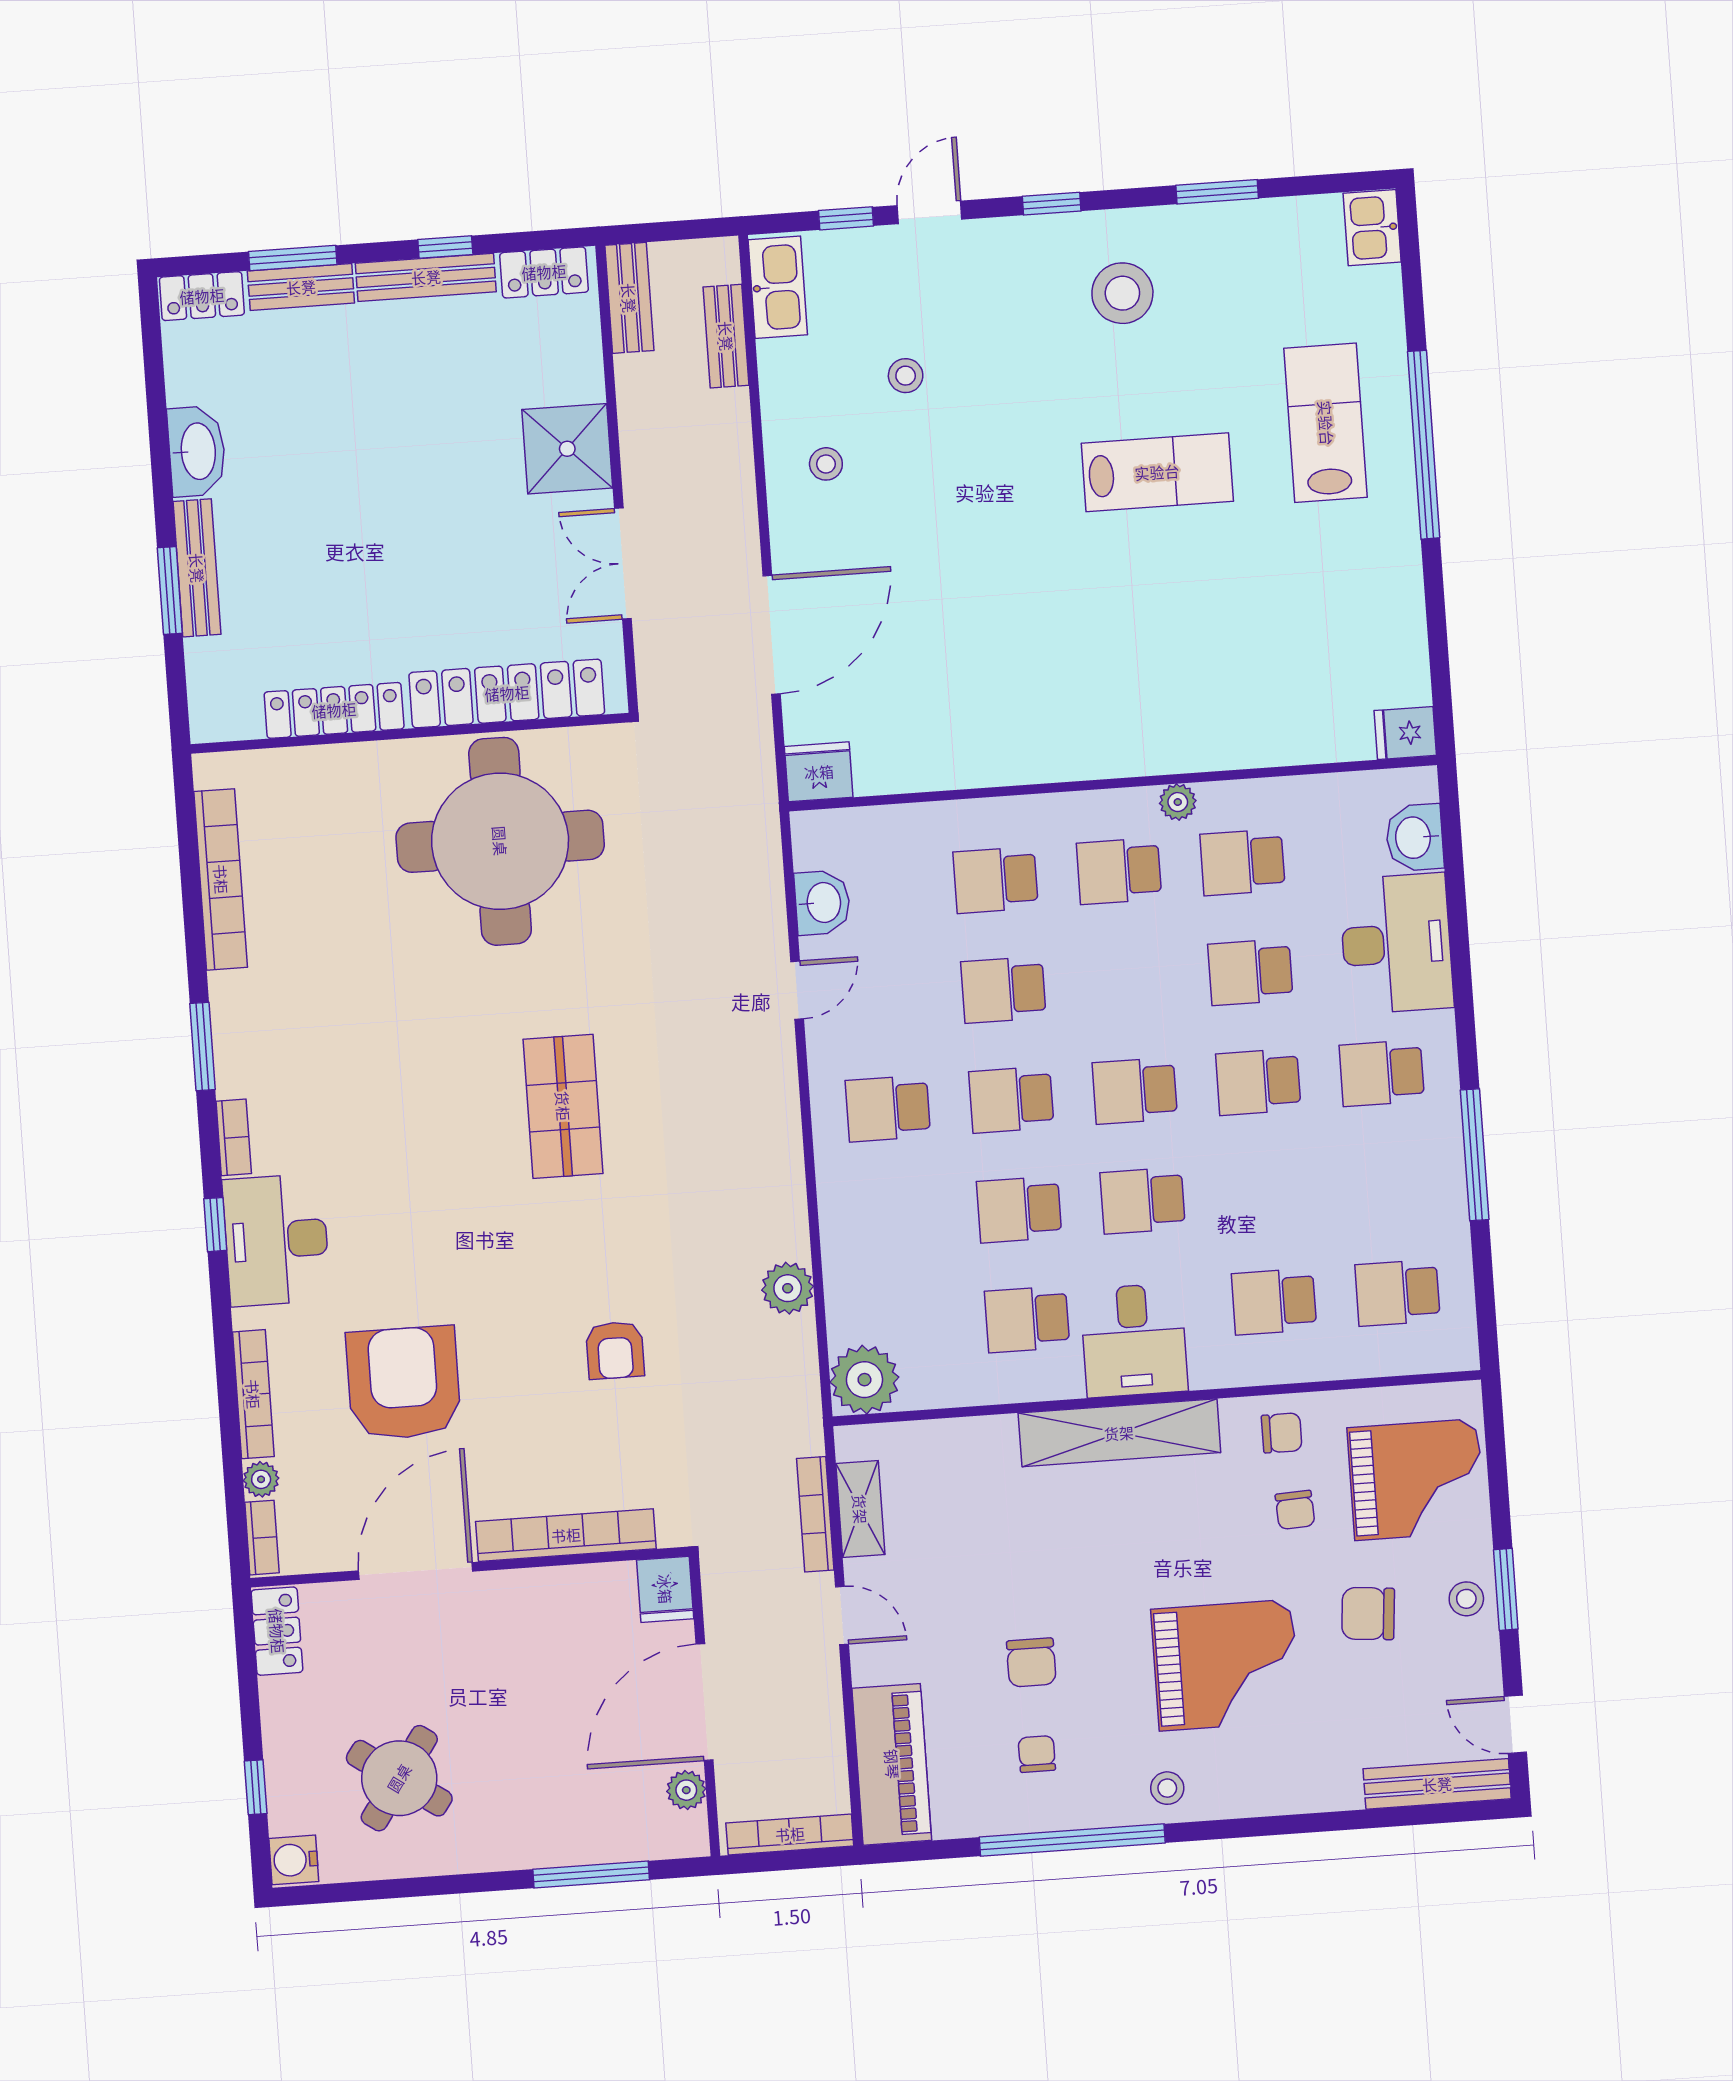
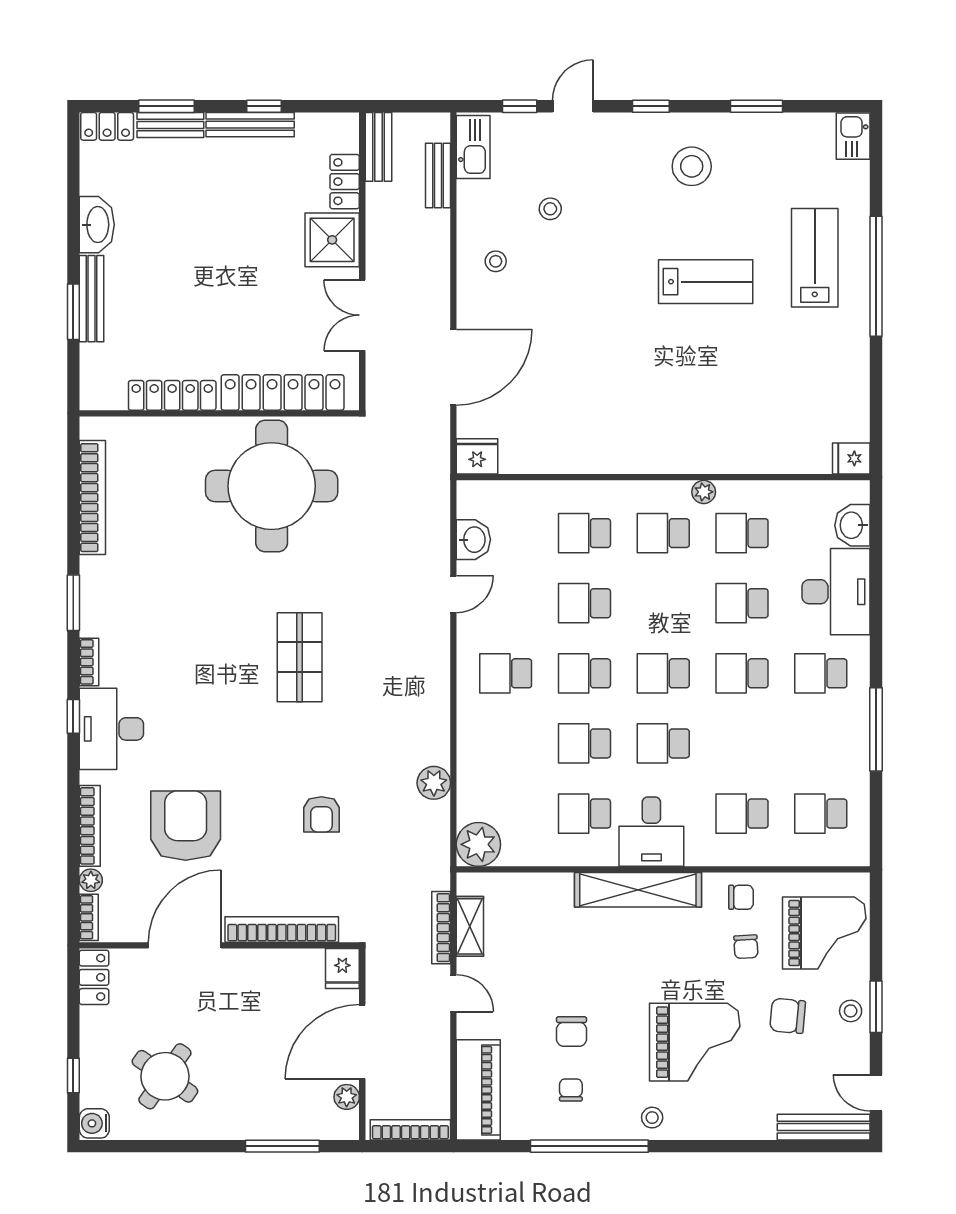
locker: (544, 272) -> (345, 182), moved, turned 90

